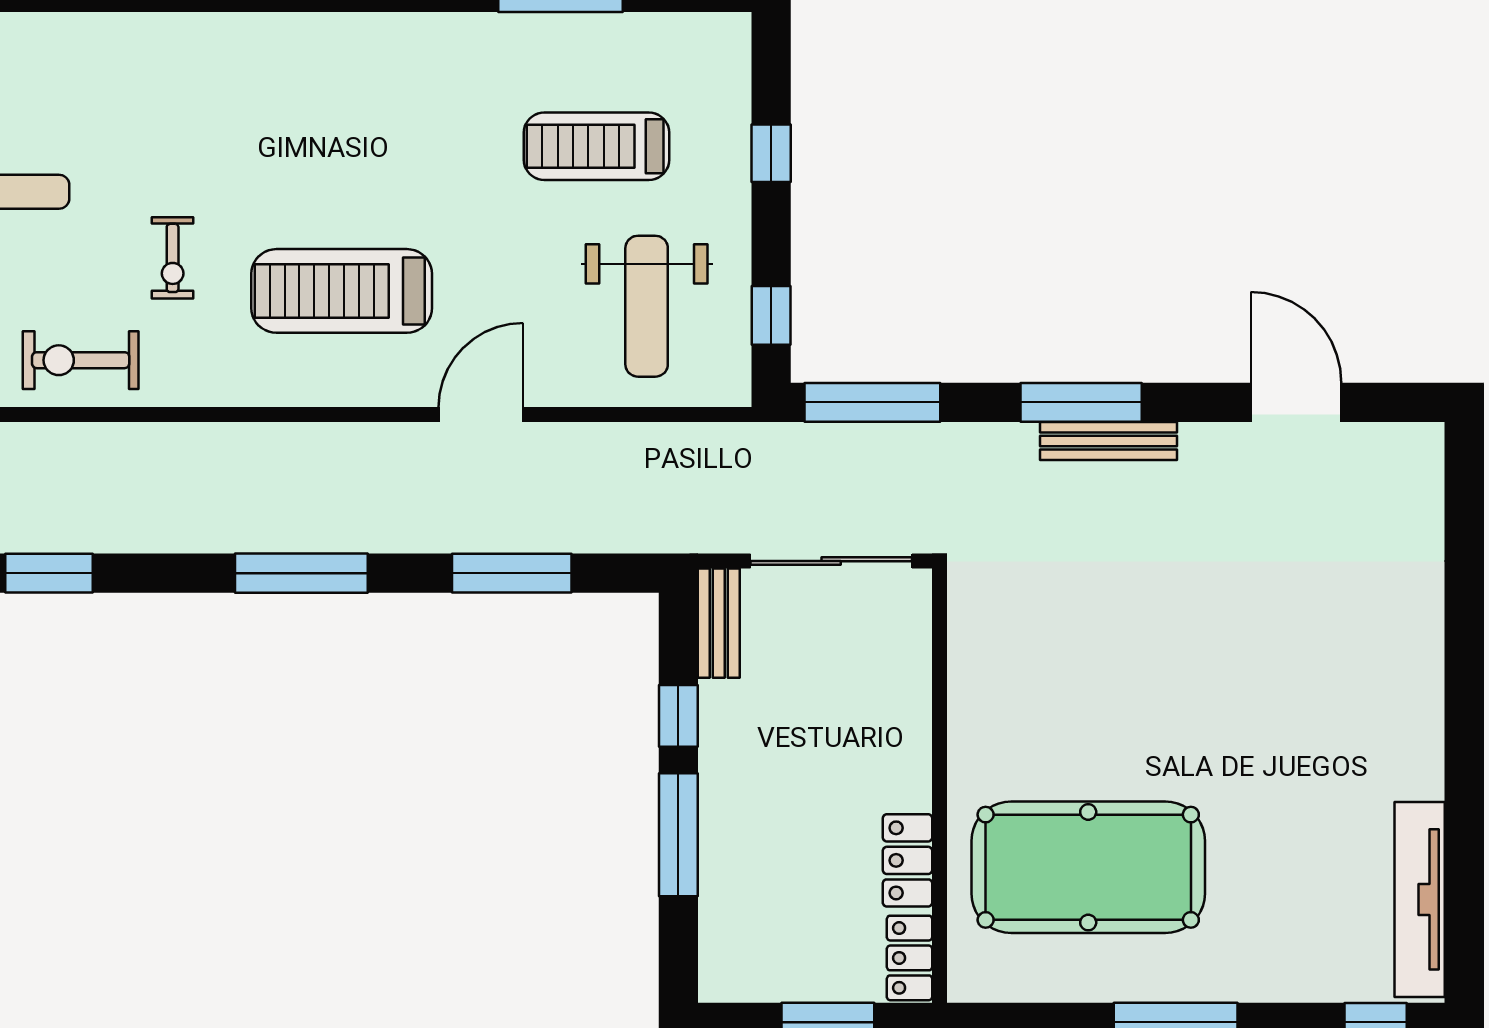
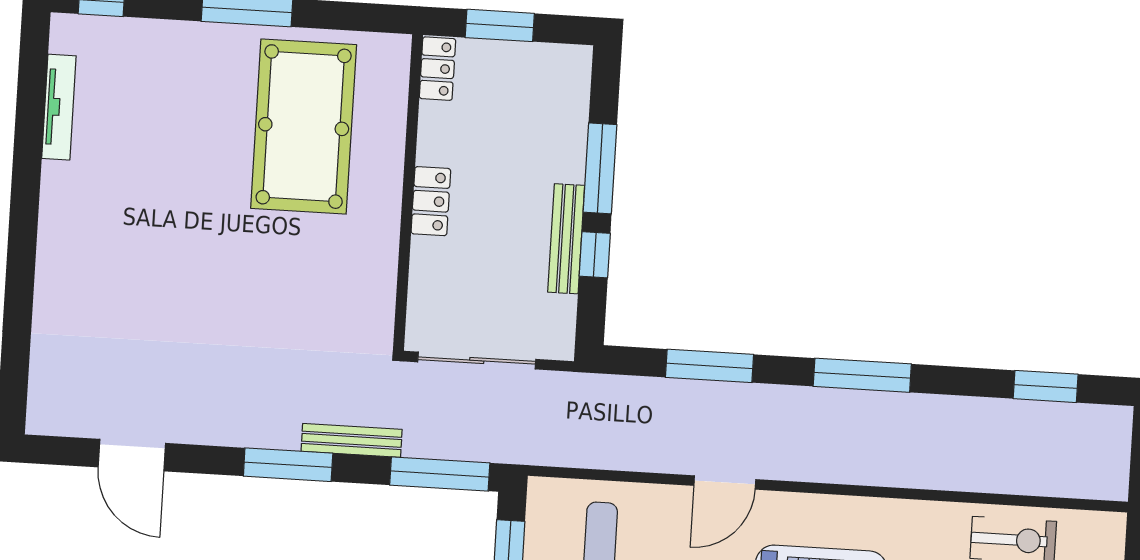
bench: (1108, 441) -> (352, 440), moved
bench: (719, 623) -> (566, 239), moved, width x1.36
locker: (907, 860) -> (431, 201), moved
pool table: (1088, 867) -> (304, 127), turned 90
tv unit: (1420, 899) -> (59, 107), width x0.73, depth x0.78

